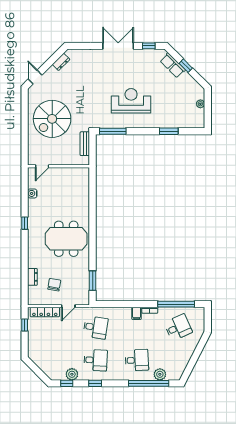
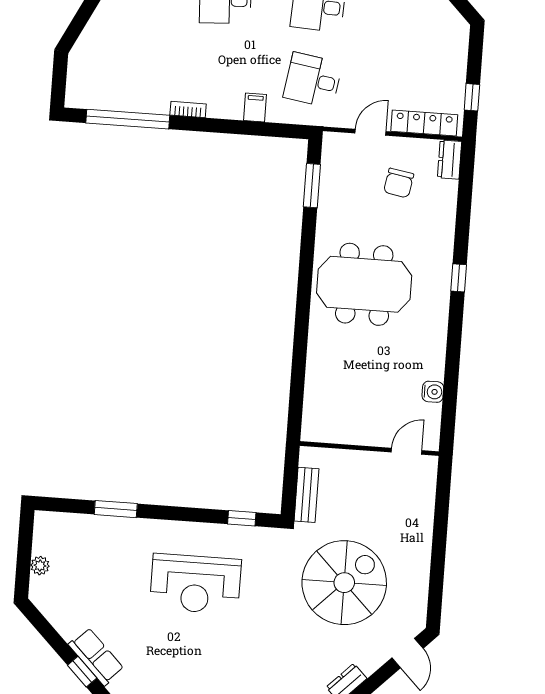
window: (186, 66) -> (82, 672), moved
spiral stairs: (52, 119) -> (344, 583), moved
window: (113, 131) -> (242, 518), width x0.46
window: (25, 223) -> (459, 278), moved
dresser: (32, 277) -> (450, 160), moved
filing cabinet: (137, 313) -> (255, 108), moved
desk: (178, 327) -> (127, 67), removed

